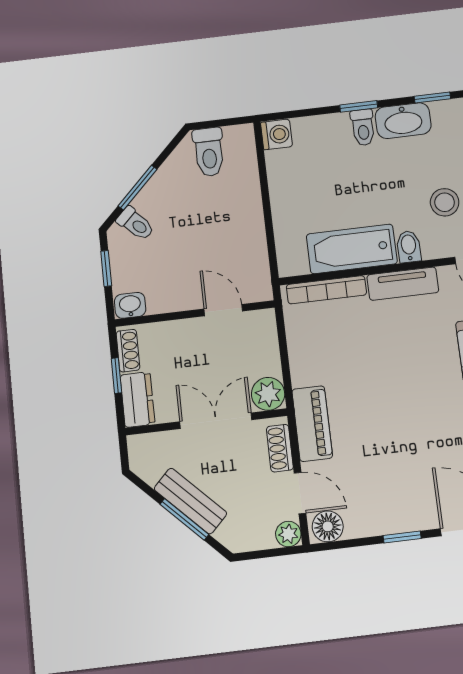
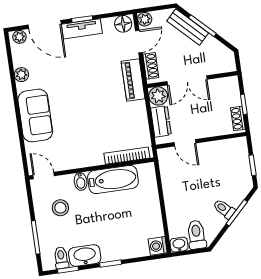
toilet: (363, 127) -> (61, 258), moved
toilet: (136, 224) -> (224, 209), moved
tv unit: (403, 284) -> (82, 29), moved, turned 180
washbasin: (130, 305) -> (179, 245), moved, turned 180
dresser: (138, 400) -> (161, 121), moved, turned 180
door: (300, 493) -> (139, 42), swing flipped
bench: (190, 501) -> (188, 27), moved

